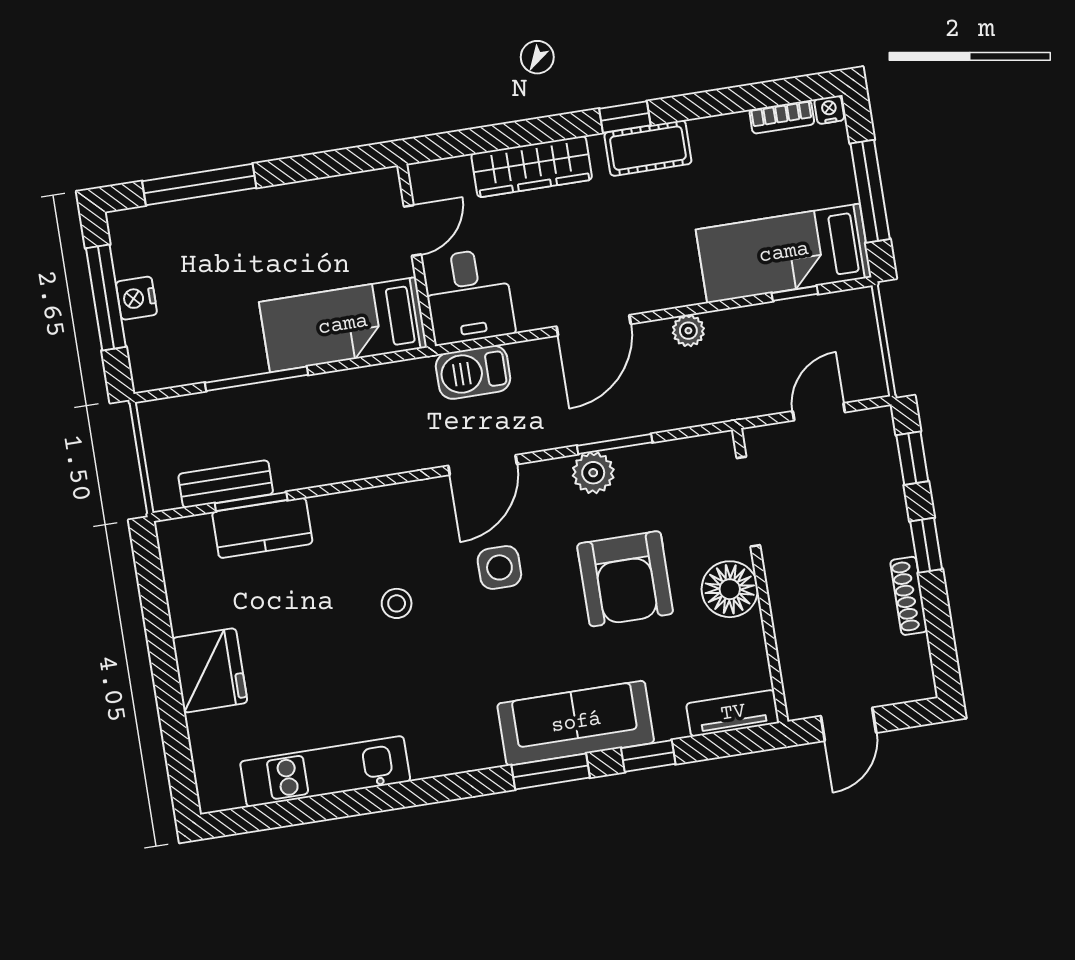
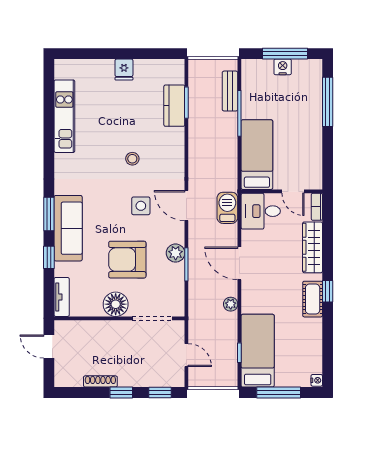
bookcase: (782, 117) -> (317, 207), moved
bench: (226, 484) -> (230, 91), moved
fridge: (210, 670) -> (124, 70), width x0.53, depth x0.75

